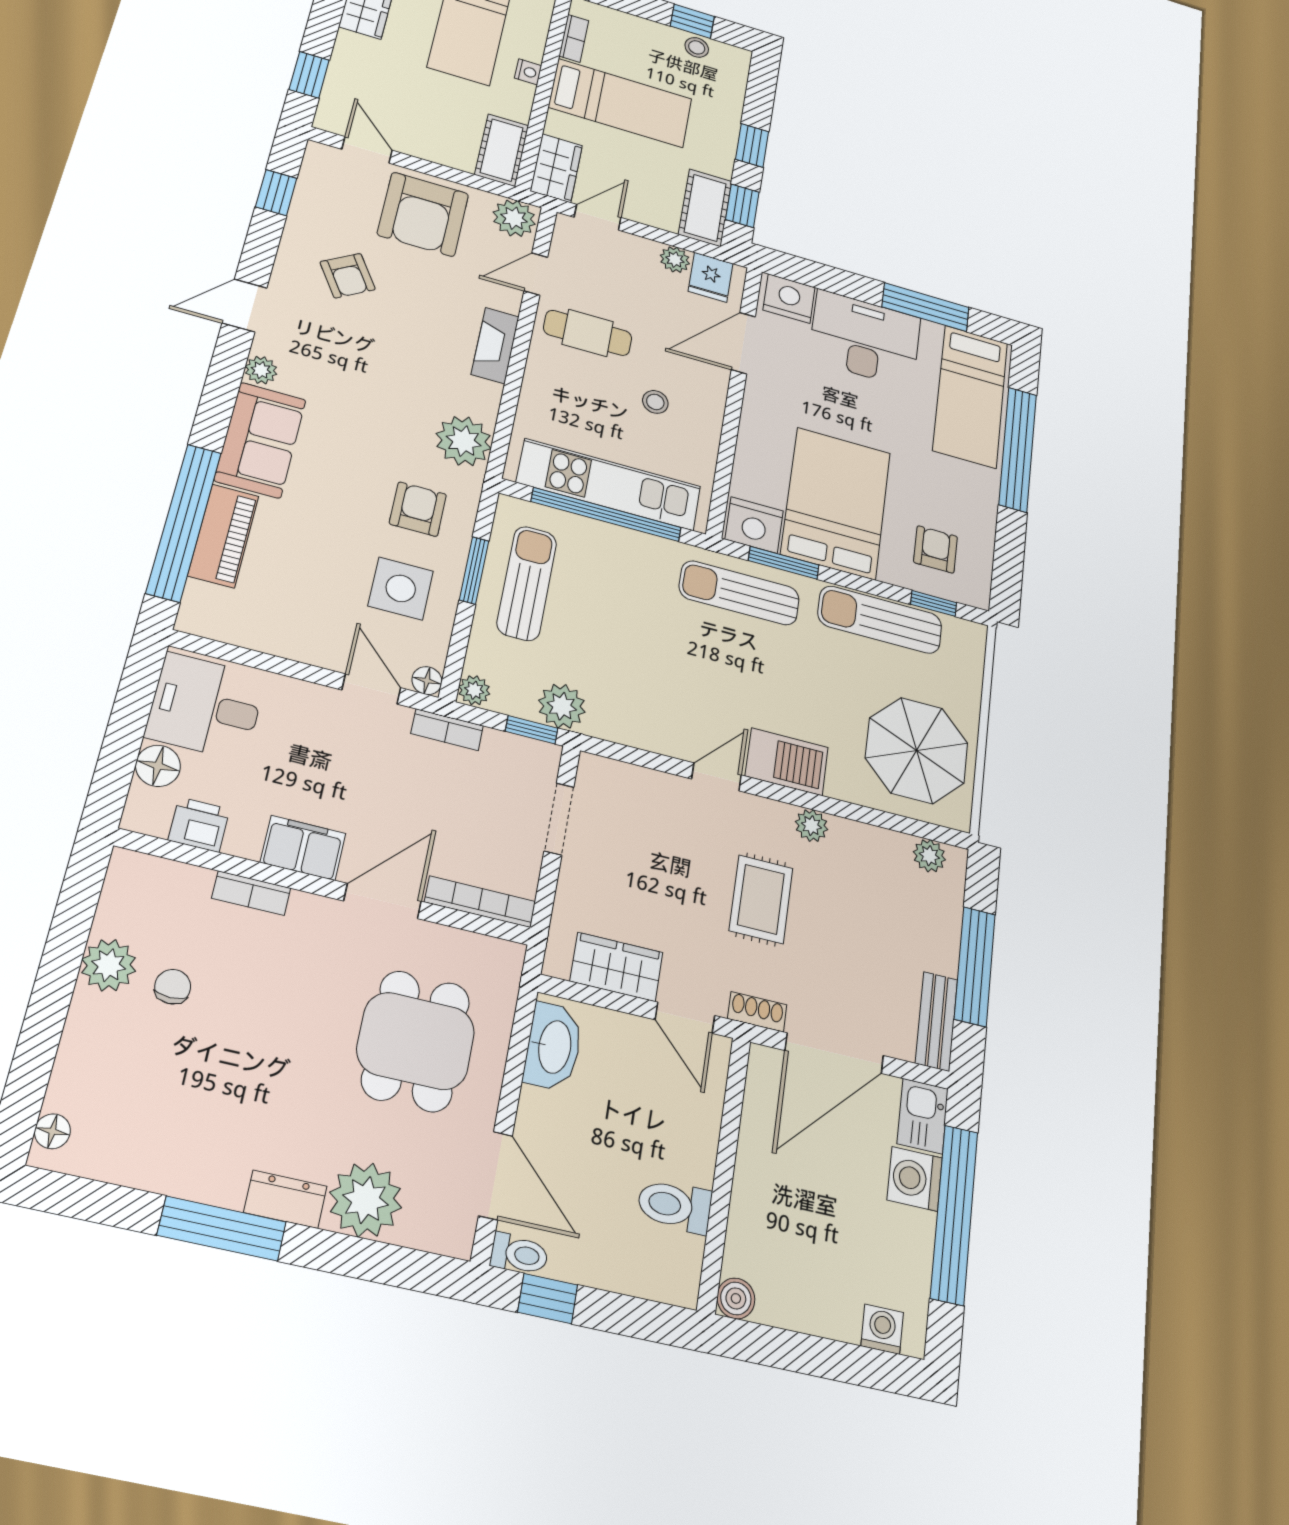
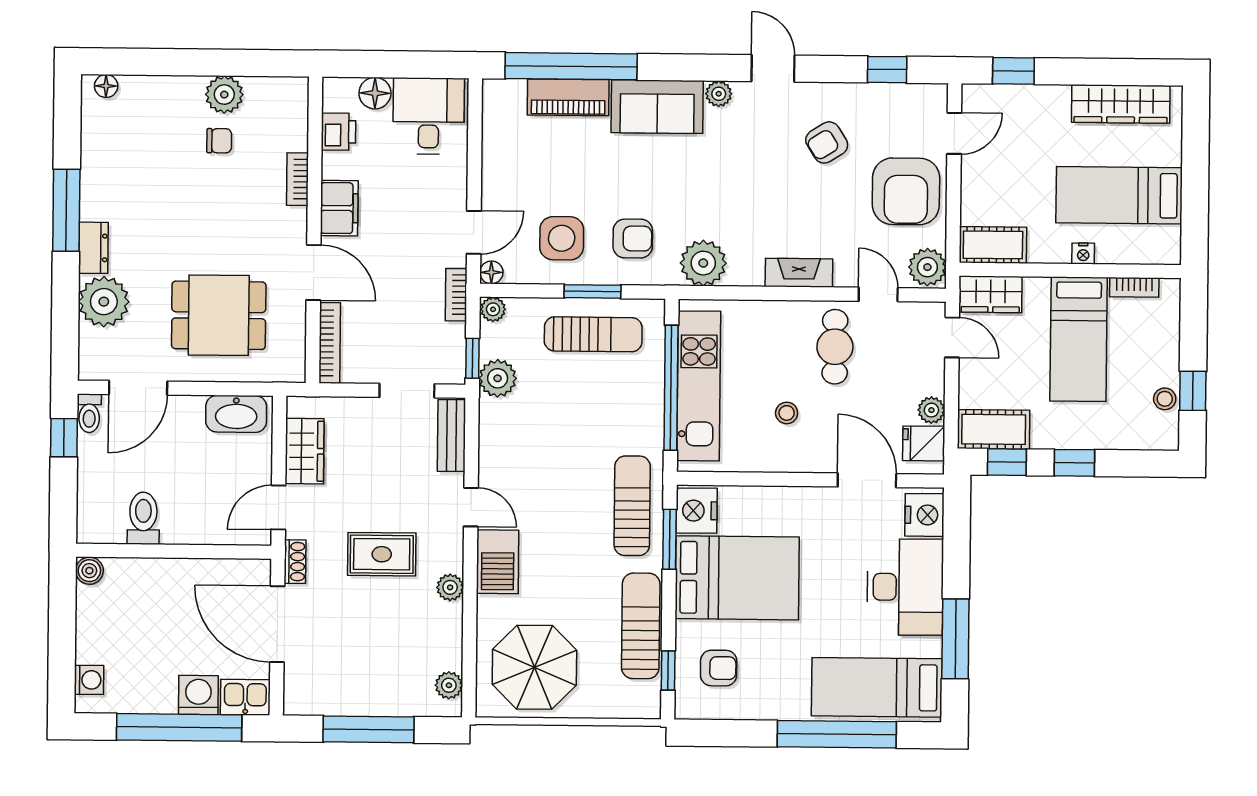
armchair: (423, 214) -> (906, 191), turned -90
bench: (937, 1021) -> (451, 436), moved, turned 90

